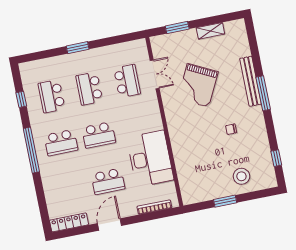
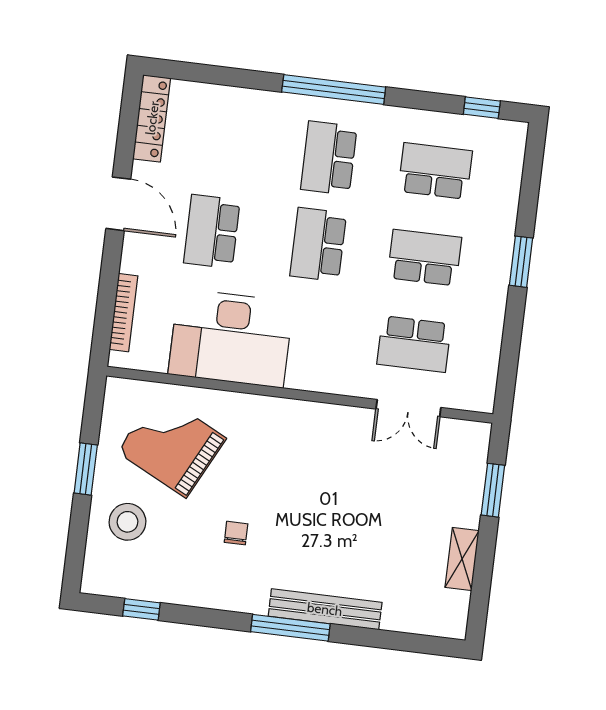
grand piano: (198, 85) -> (172, 445), moved
window: (21, 99) -> (482, 108), moved

